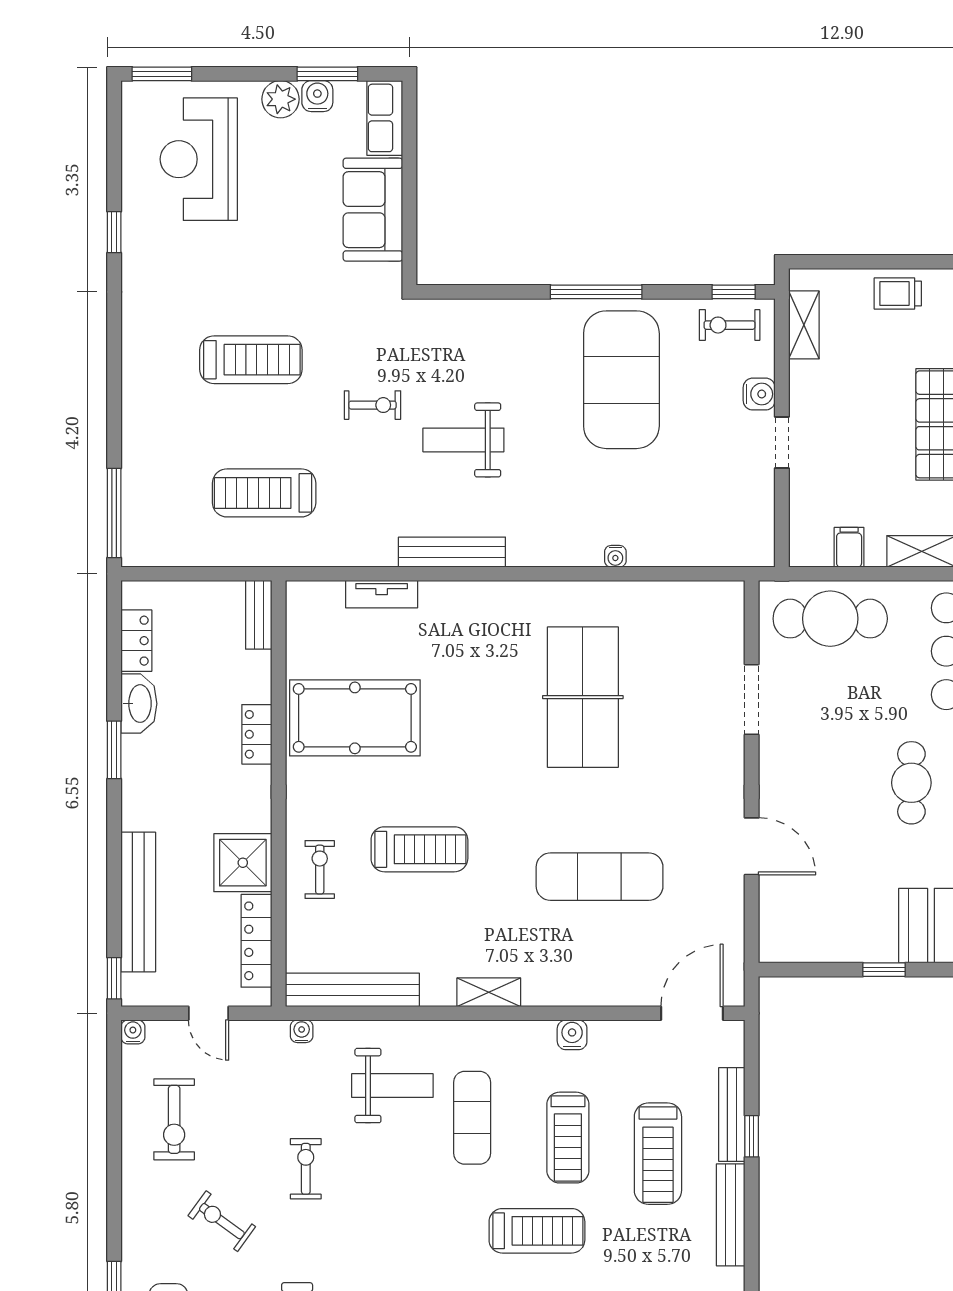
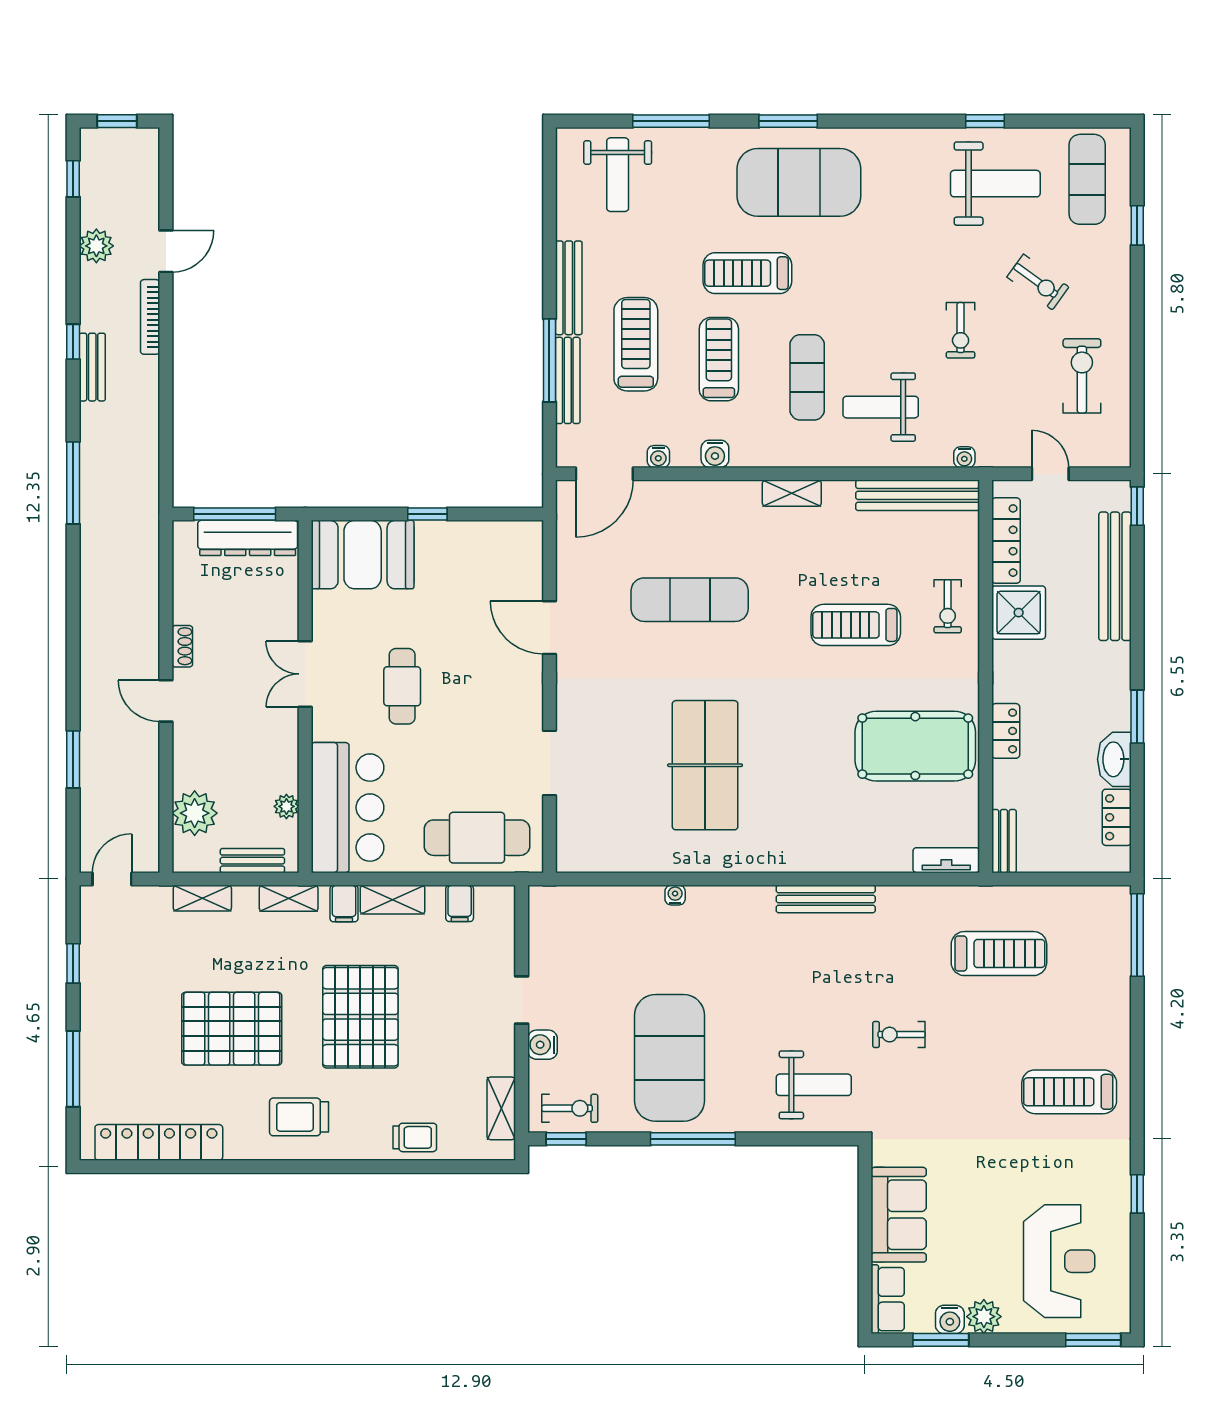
treadmill: (251, 360) -> (1069, 1092), moved
weight bench: (463, 440) -> (814, 1085), moved
tv unit: (382, 594) -> (946, 860), moved
water cooler: (133, 1032) -> (658, 457), moved
window: (752, 1136) -> (549, 360), width x2.17

